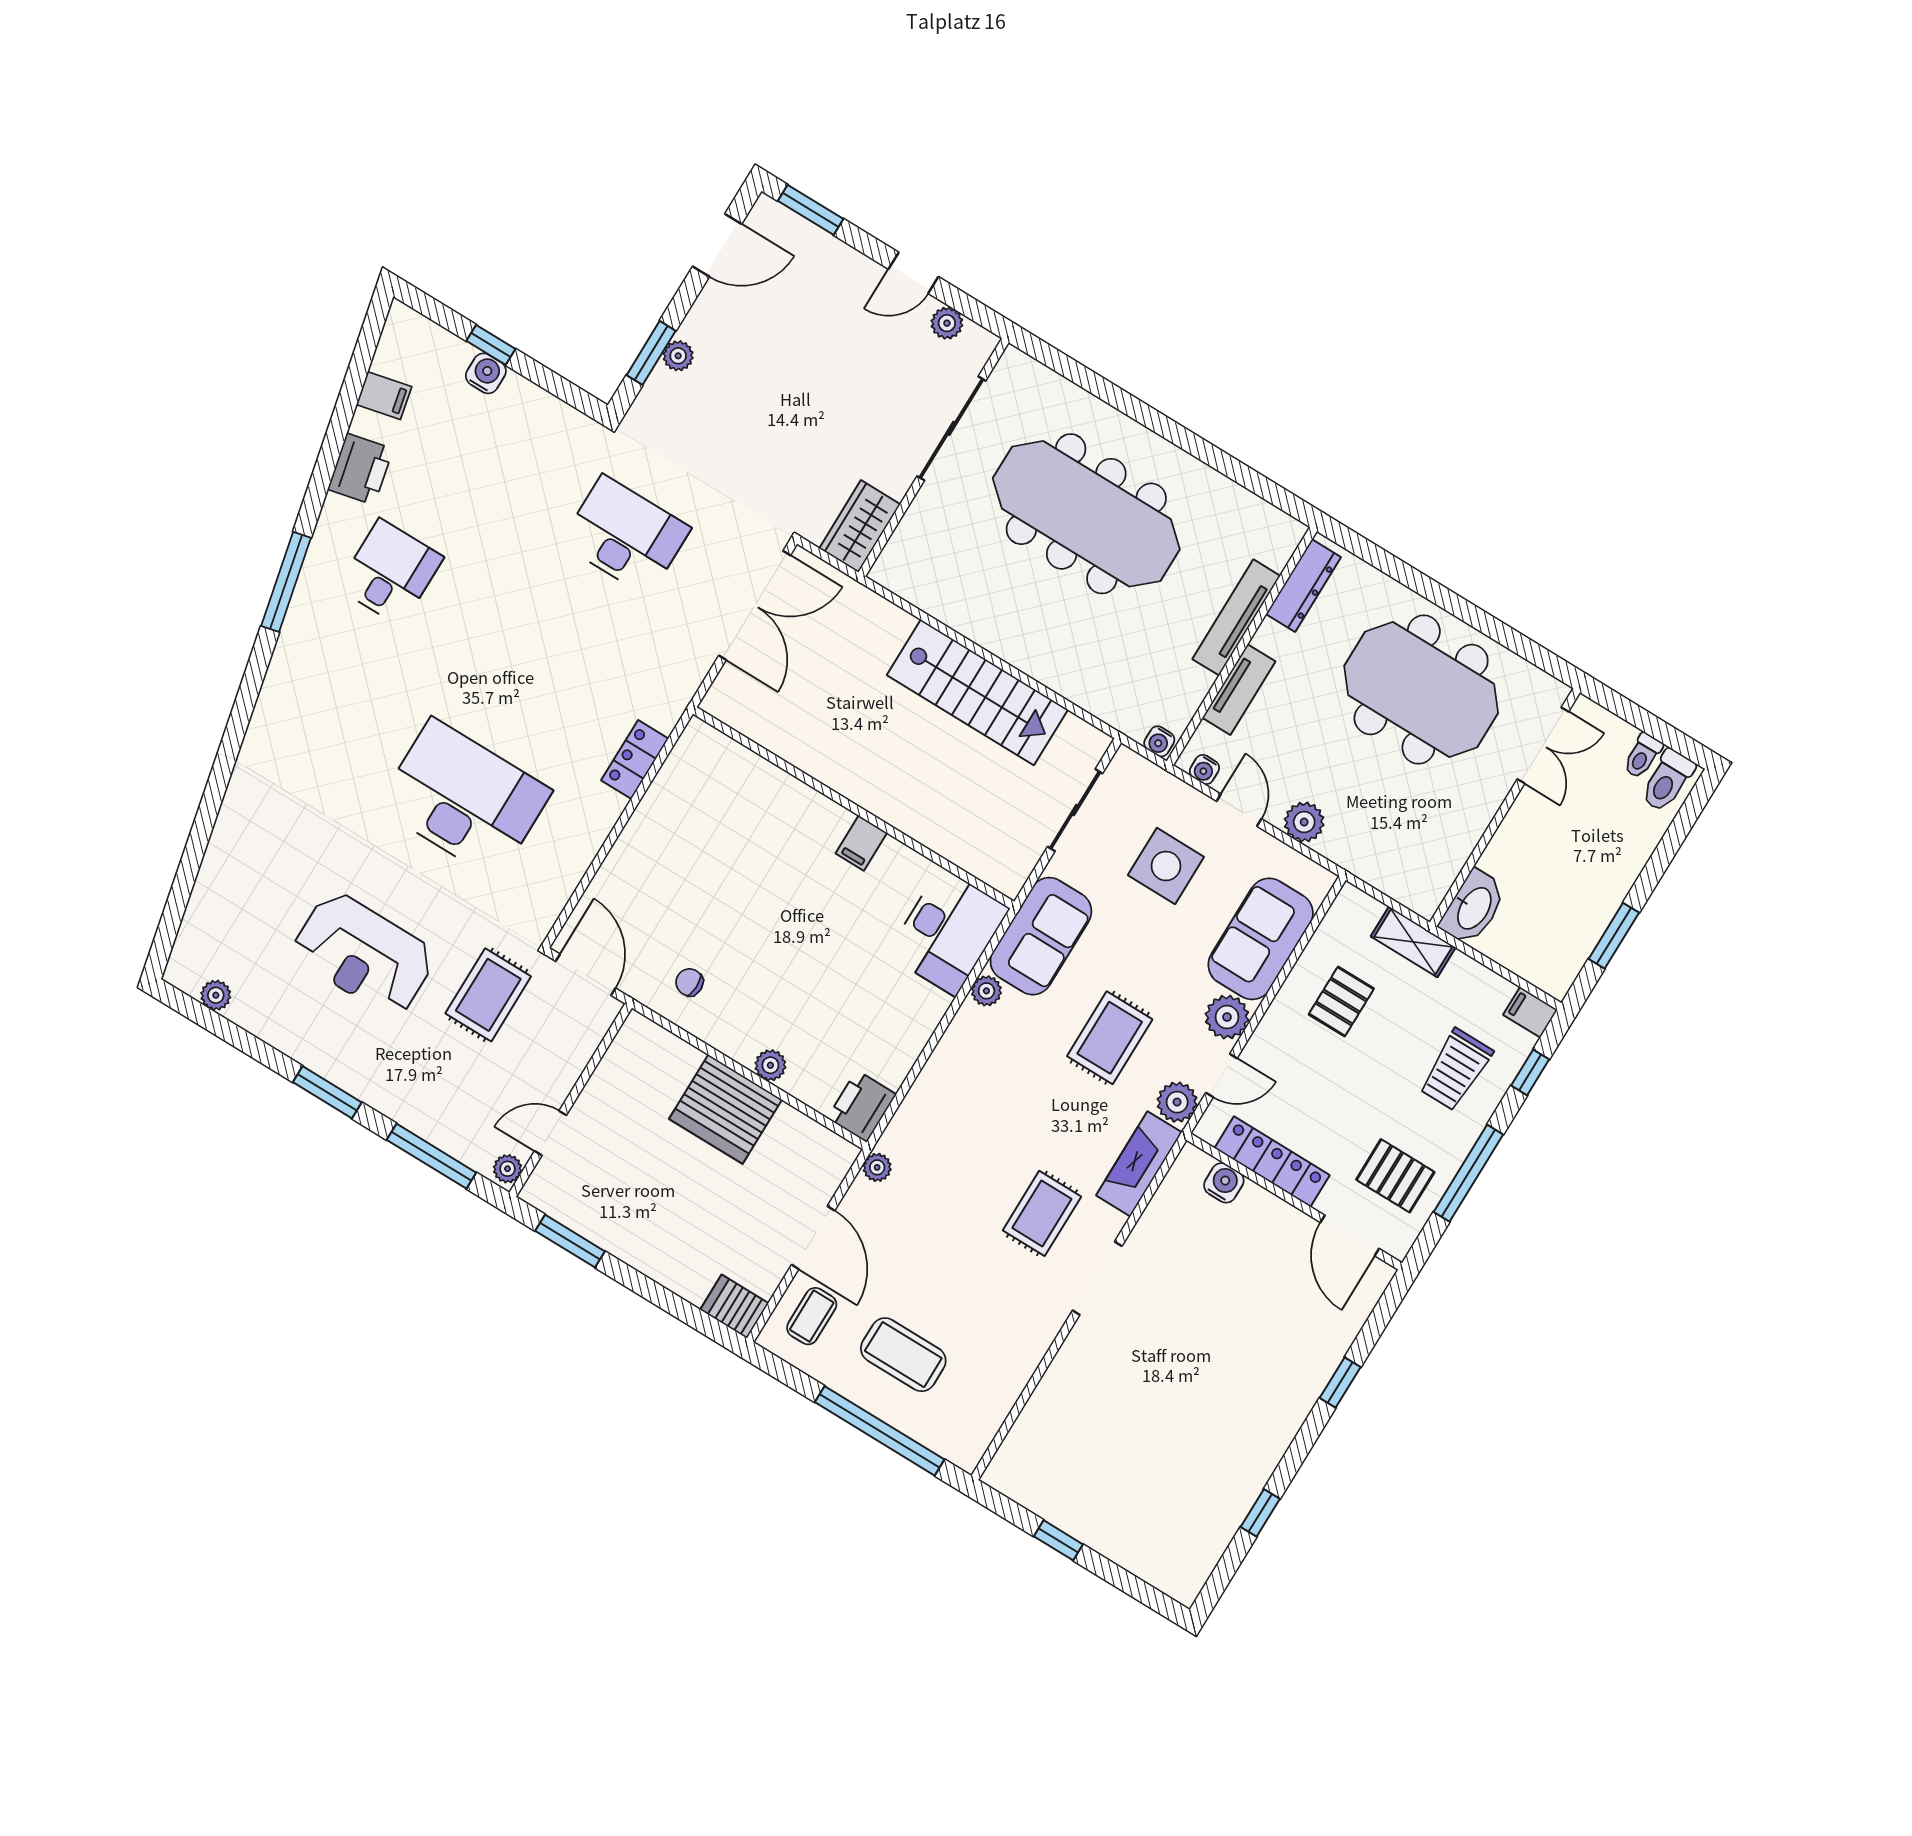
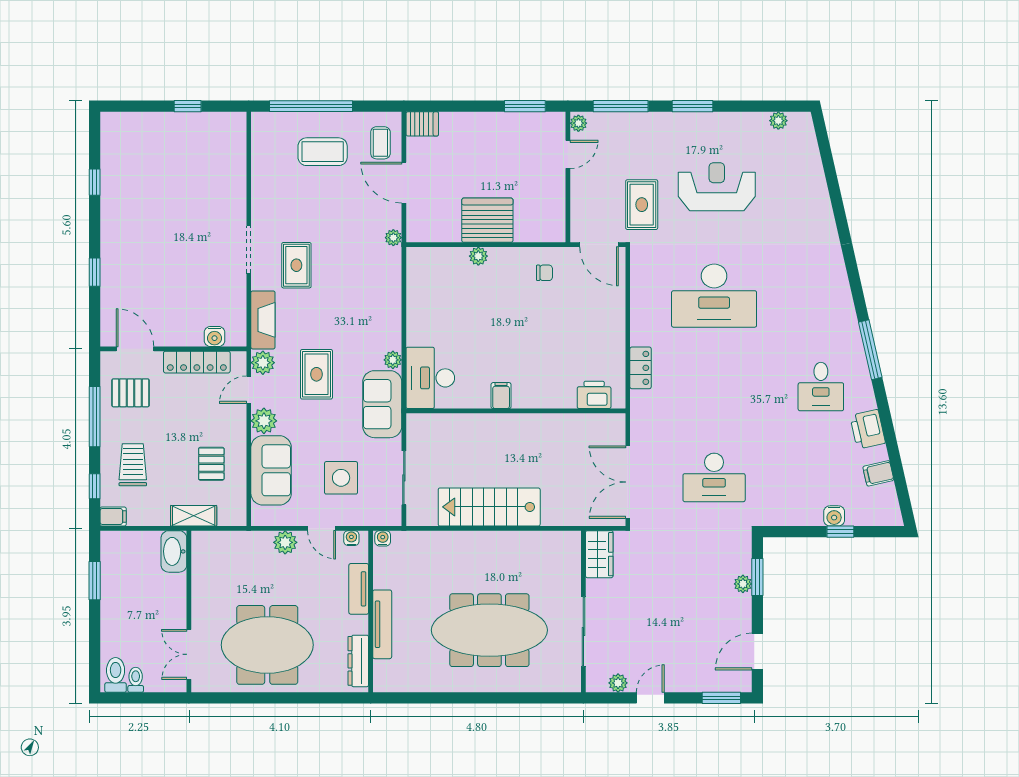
printer: (862, 1106) -> (594, 395), moved, turned -90

